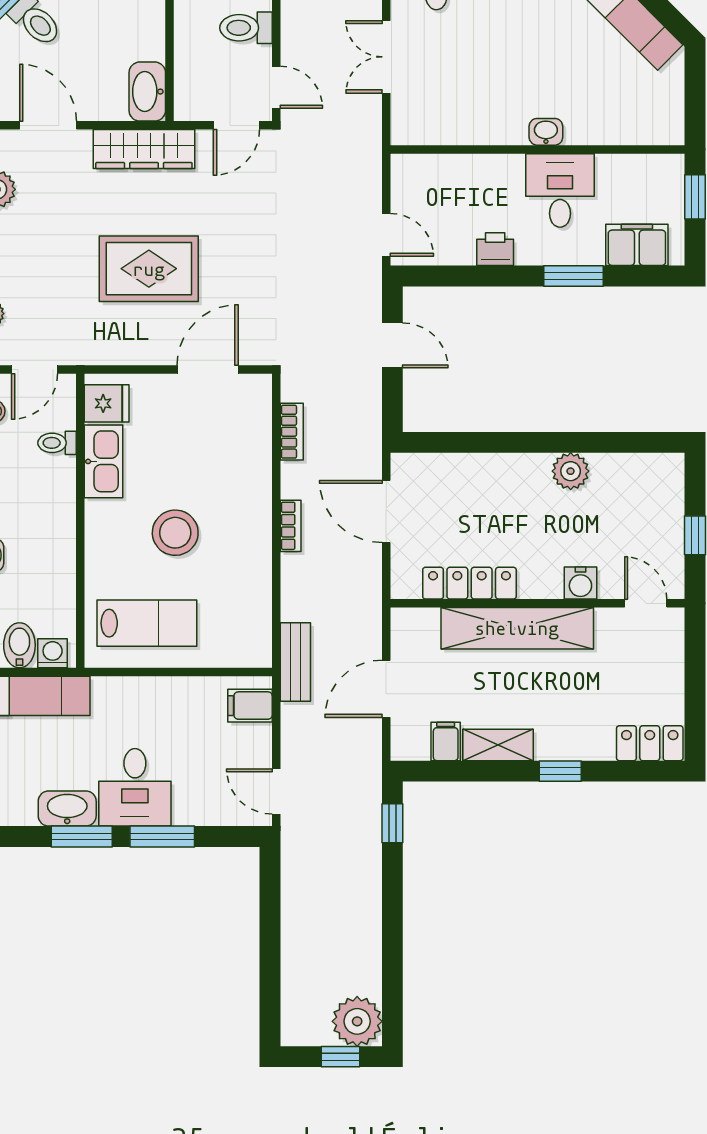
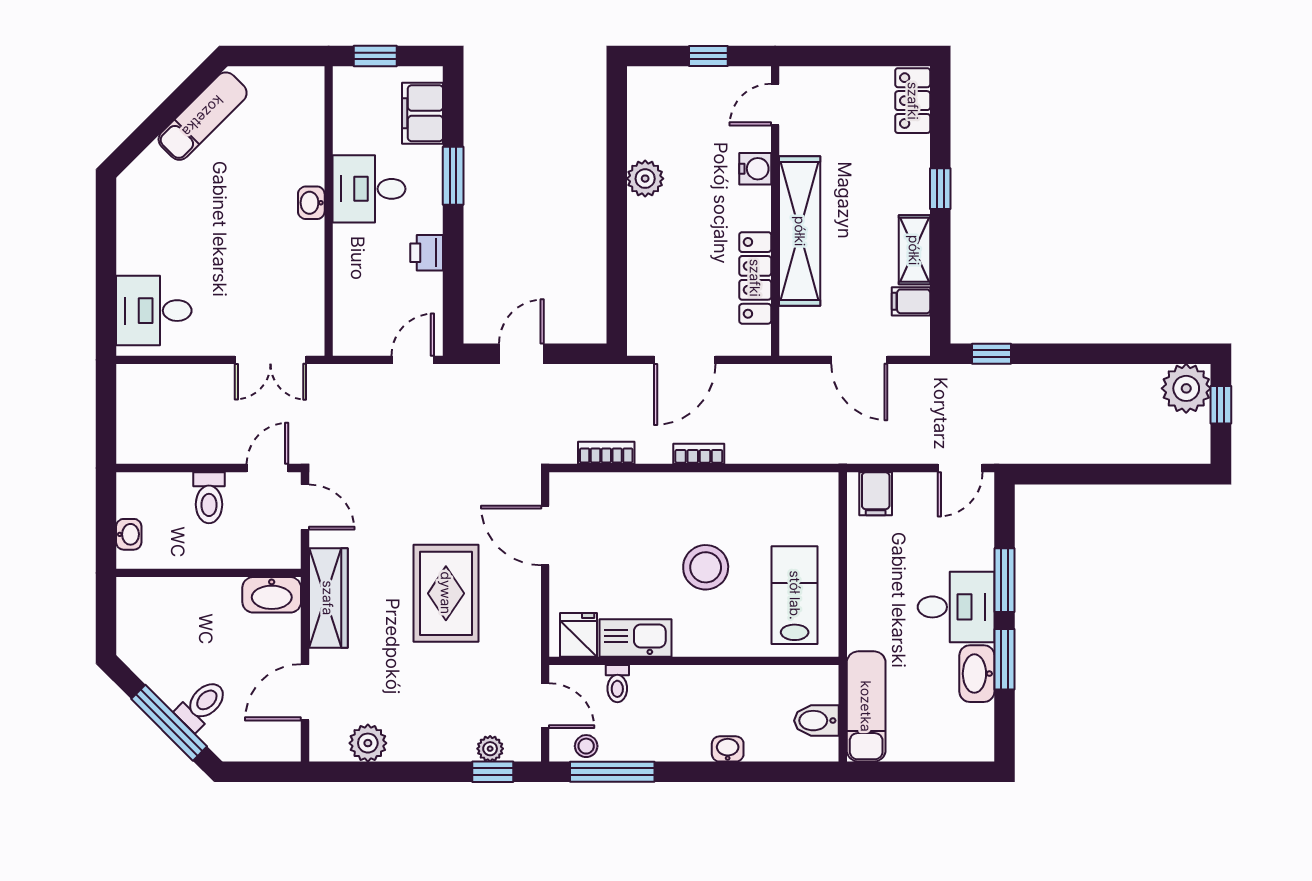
double door: (386, 57) -> (270, 360), moved
washing machine: (53, 653) -> (824, 688), removed
bench: (295, 662) -> (833, 449), removed

